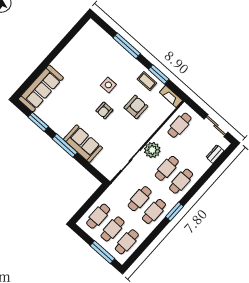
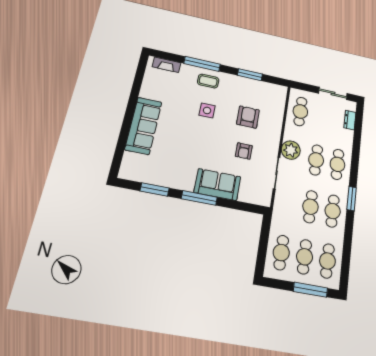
coffee table: (147, 81) -> (208, 81), moved
sofa: (41, 88) -> (143, 126), moved
fireplace: (171, 96) -> (167, 65), moved
armchair: (104, 110) -> (244, 151), moved

